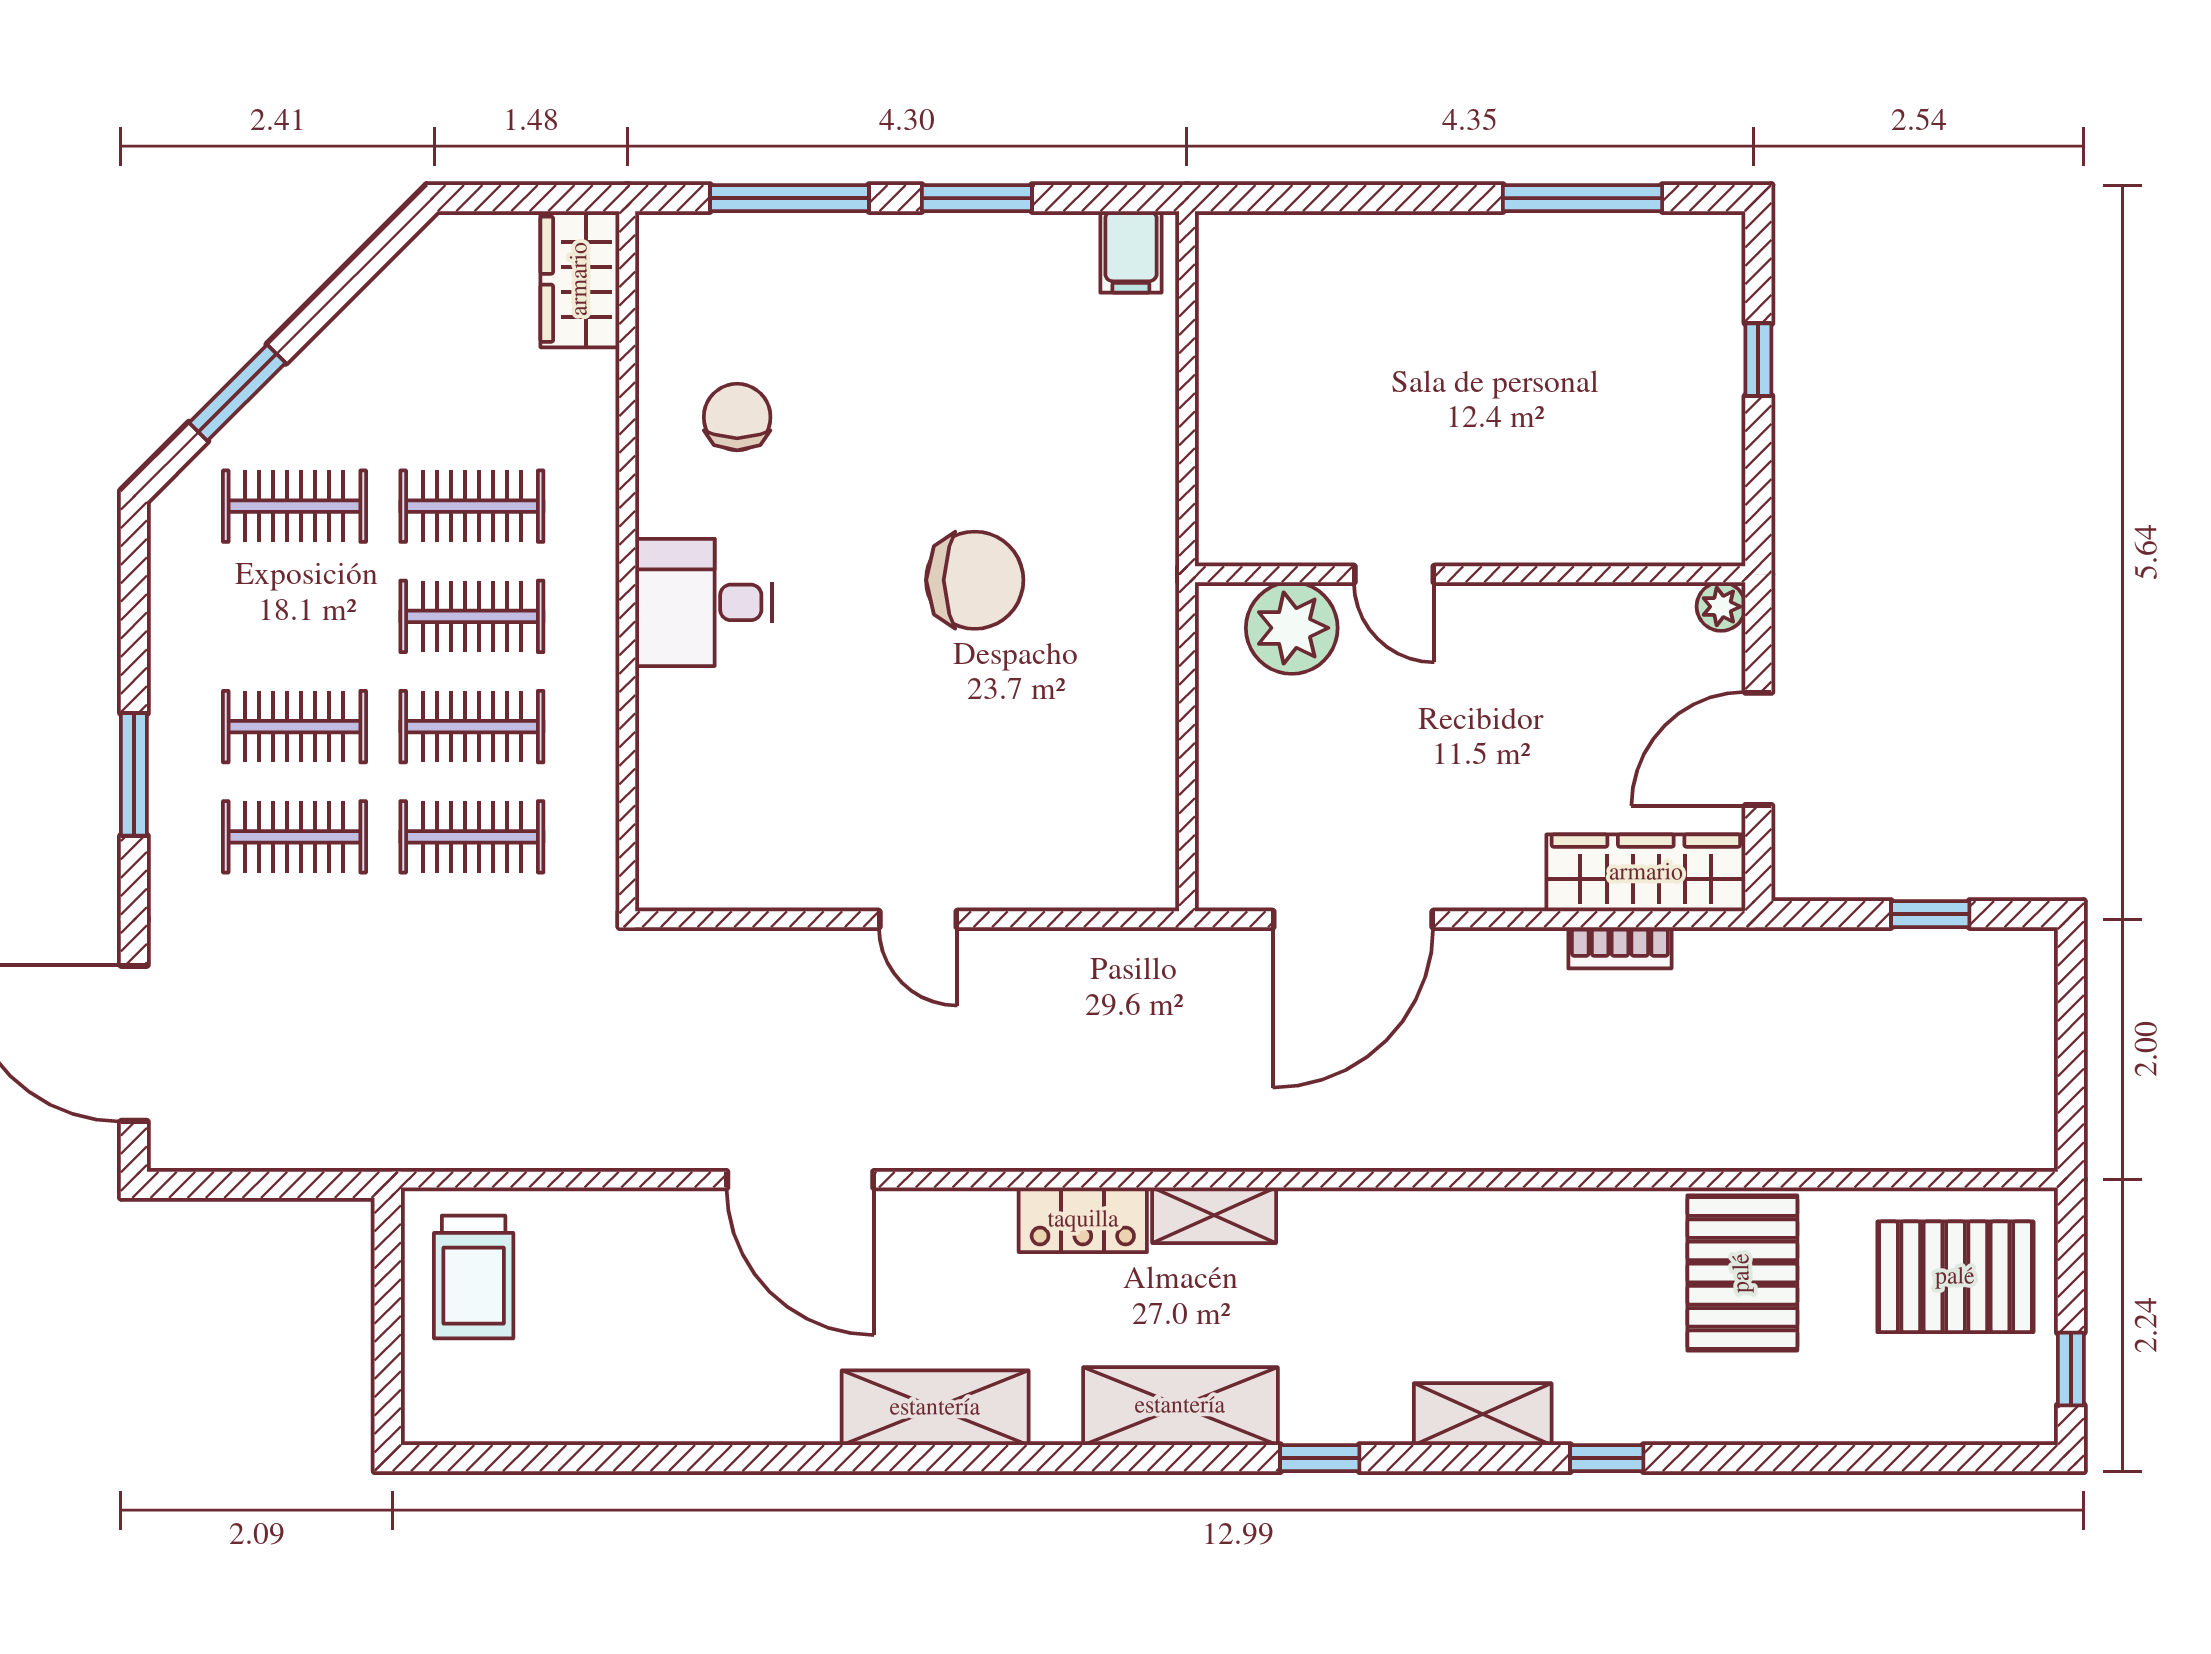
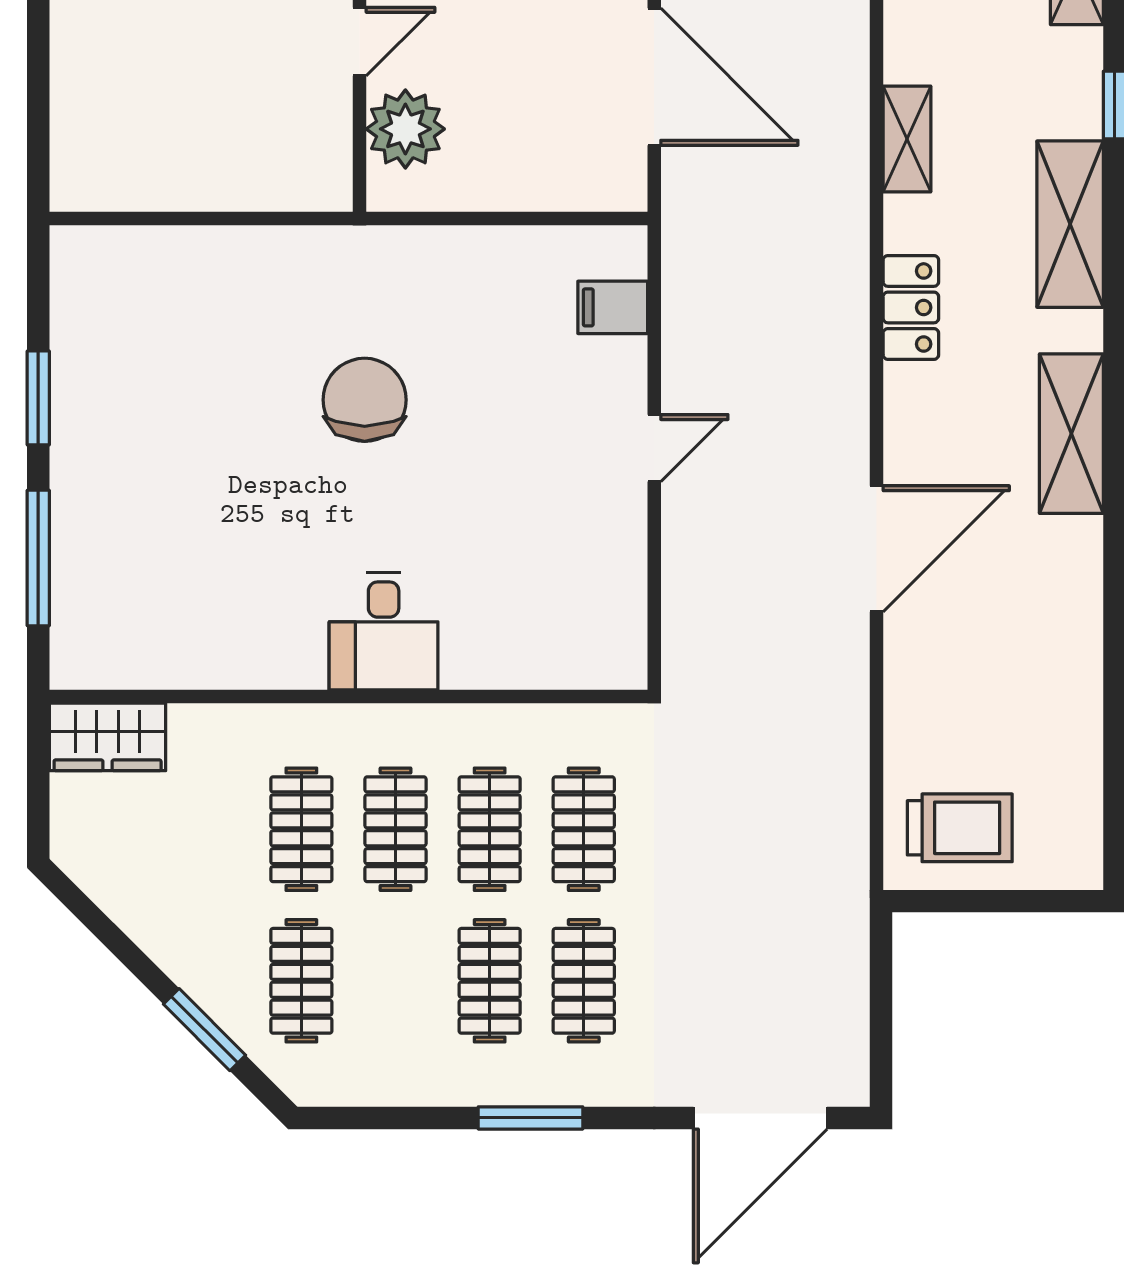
filing cabinet: (1131, 252) -> (613, 307), moved, turned 180
chair: (737, 417) -> (225, 603), removed
shelving: (1214, 1215) -> (907, 139), moved

